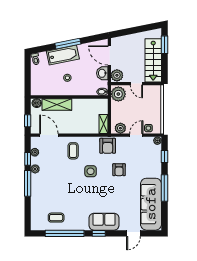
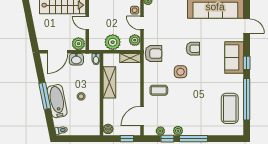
door: (136, 84) -> (87, 23), swing flipped
plant: (118, 94) -> (113, 42), moved
shelving: (57, 104) -> (109, 82), moved
armchair: (119, 170) -> (193, 49), moved
coffee table: (56, 218) -> (230, 108), width x1.86, depth x1.72

